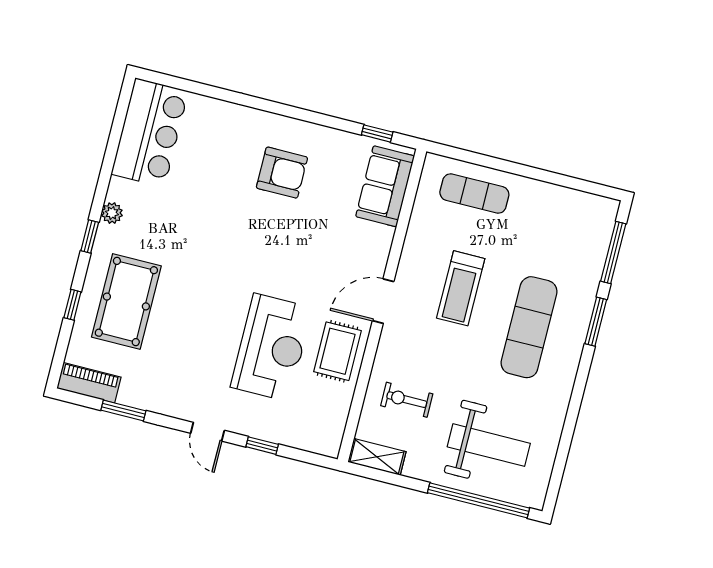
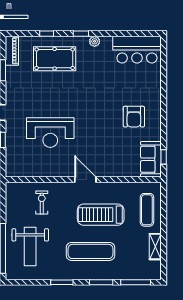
sofa: (385, 186) -> (151, 159), moved, turned -90
treadmill: (461, 288) -> (101, 215), width x1.37, depth x1.38
rug: (338, 351) -> (56, 164), removed
window: (576, 400) -> (62, 282), added
shelving: (377, 457) -> (155, 247), moved

